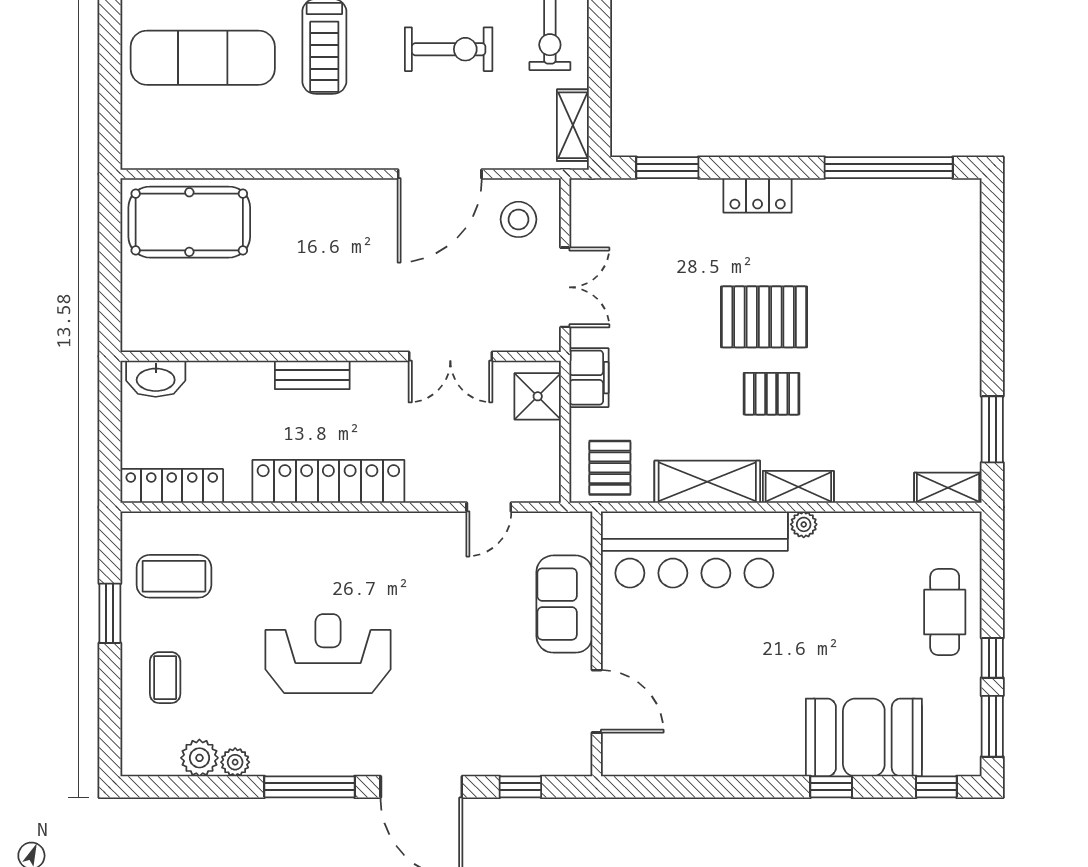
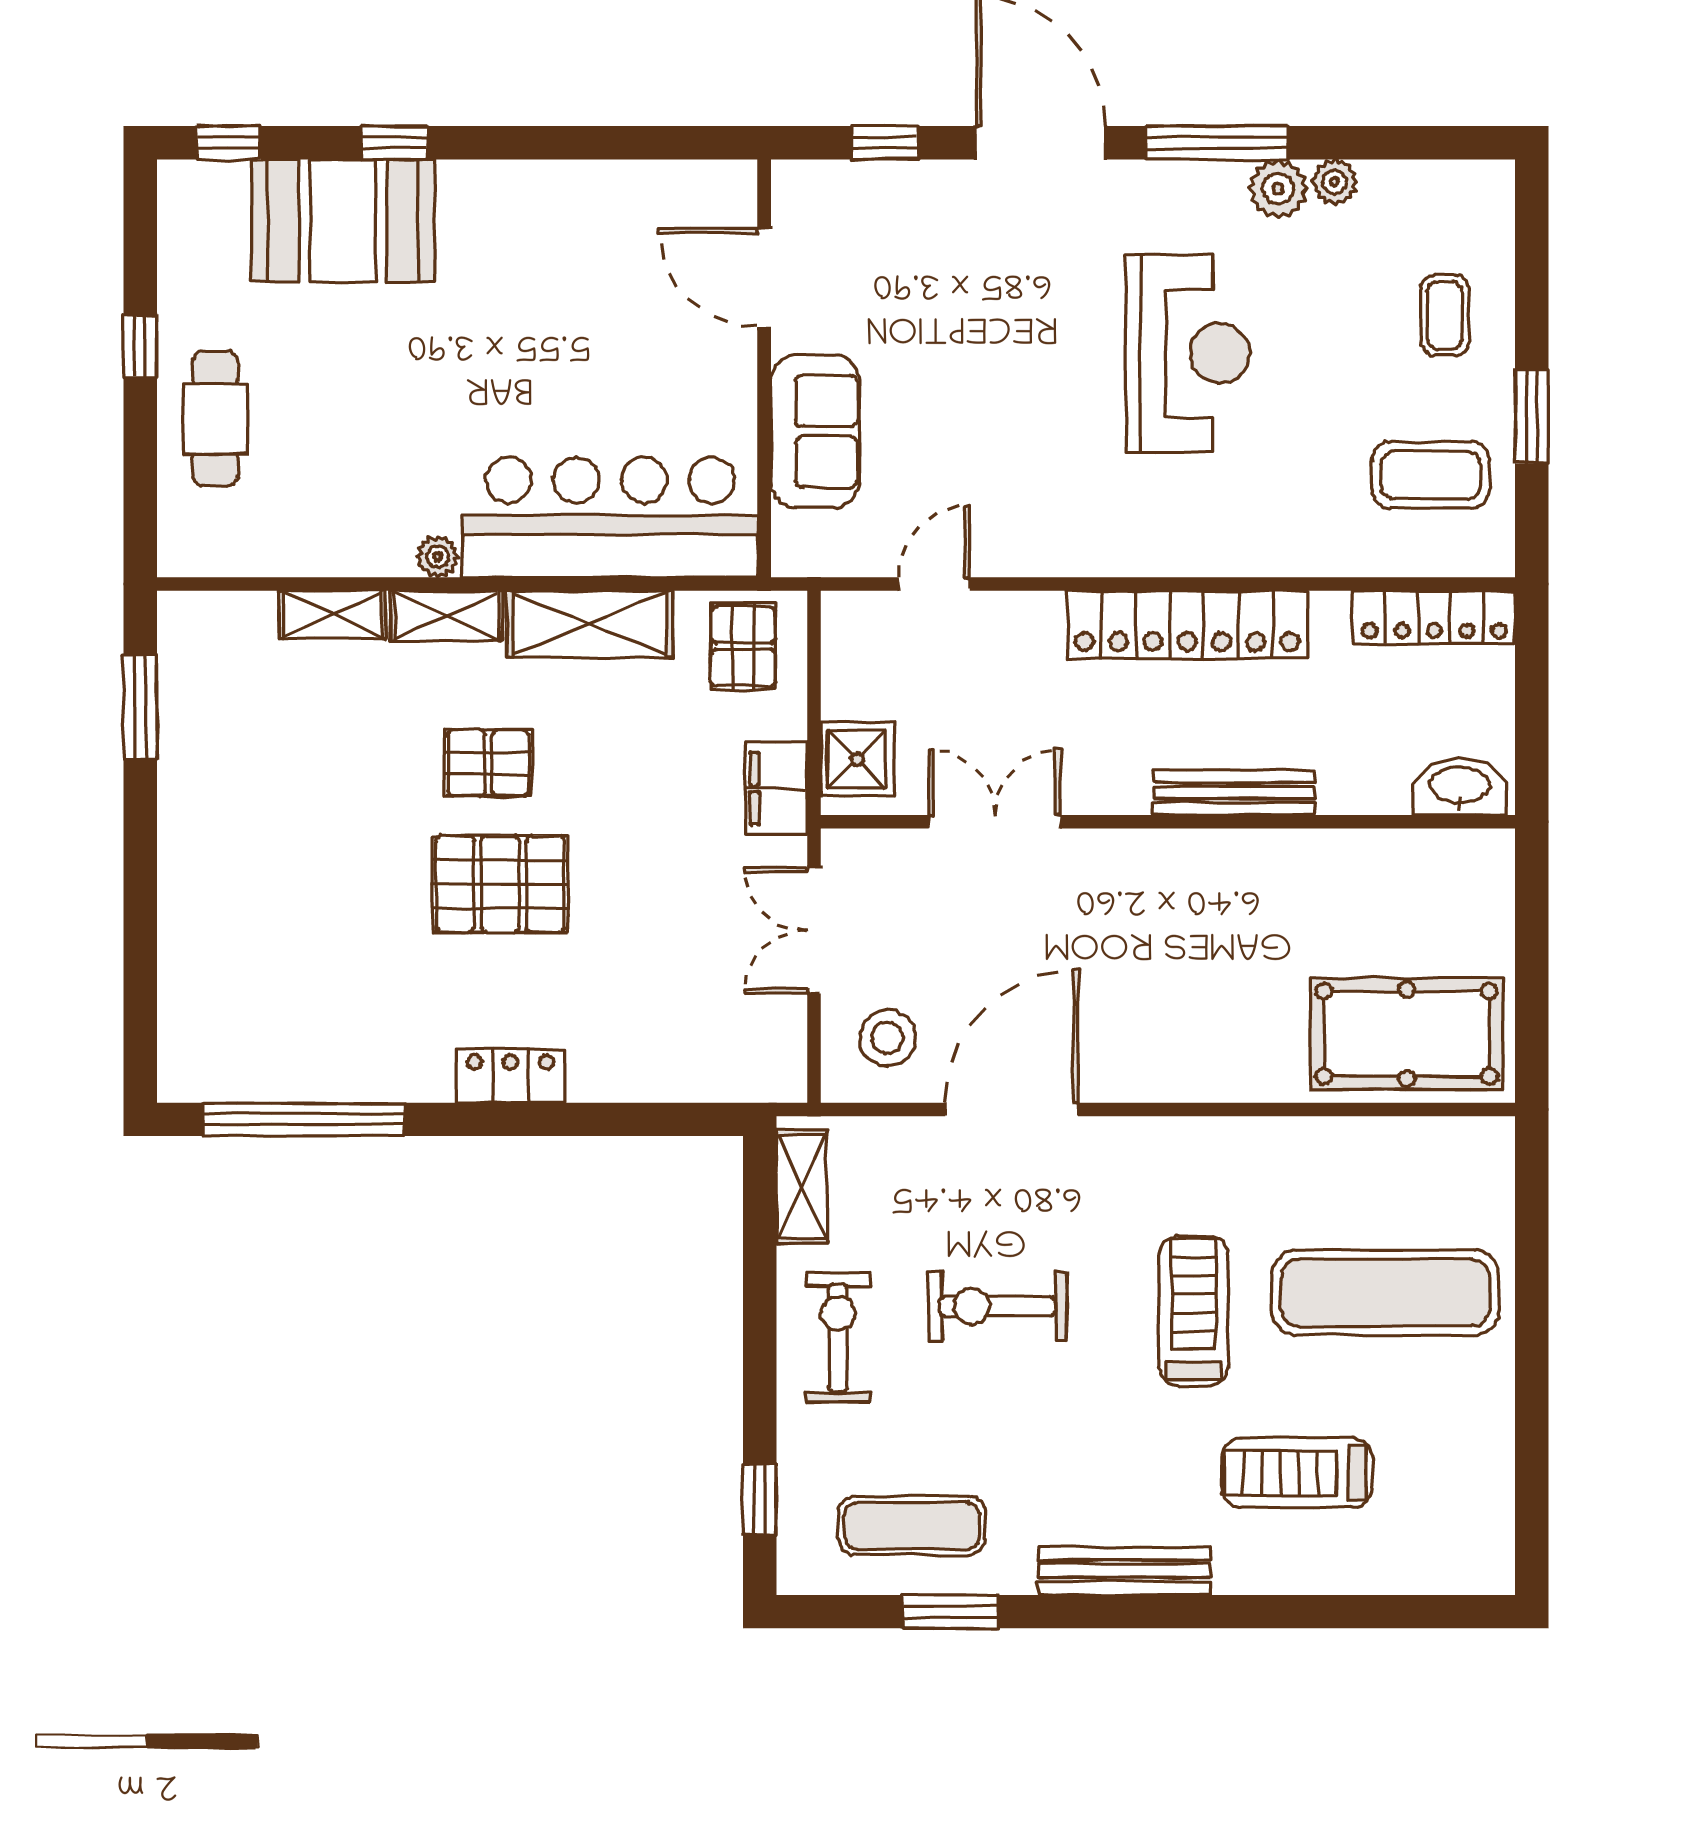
window: (667, 168) -> (653, 1119), removed
bench: (312, 375) -> (1234, 793), width x1.36
shelving: (948, 488) -> (332, 615), moved
reception desk: (328, 654) -> (1188, 353), turned -90
window: (992, 726) -> (140, 238), removed
plant: (199, 758) -> (1278, 189), moved

